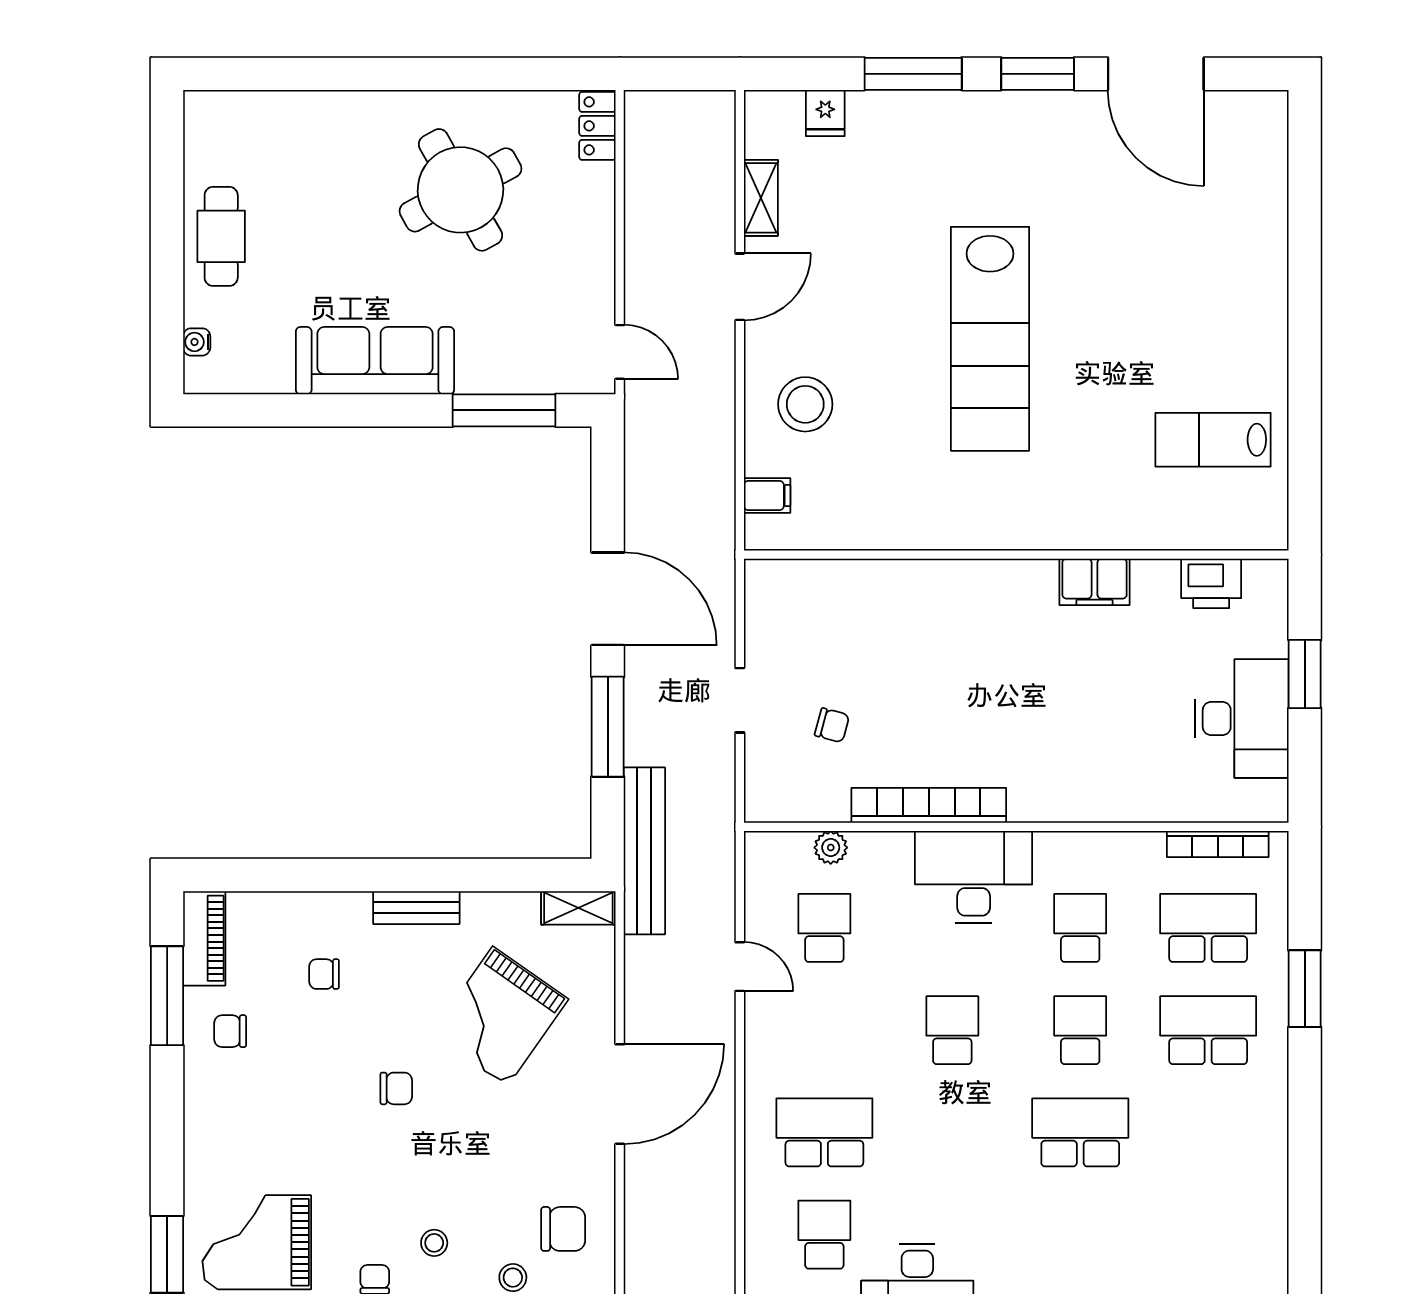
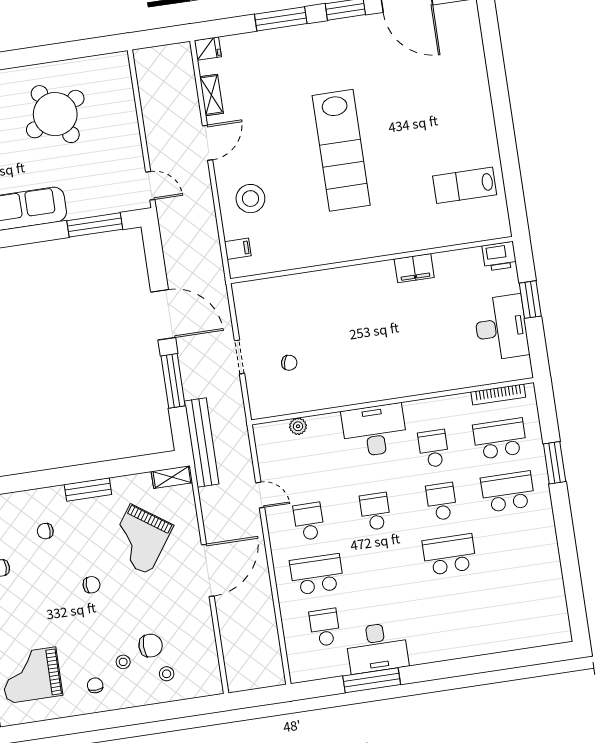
fridge: (825, 113) -> (208, 49), moved, turned -90
locker: (597, 126) -> (121, 70), removed
printer: (1211, 583) -> (499, 256), moved
bookcase: (929, 805) -> (346, 397), removed
school desk: (824, 928) -> (309, 521), moved
chair: (563, 1229) -> (151, 646), moved

